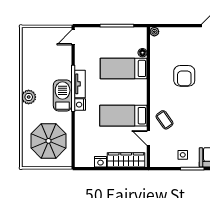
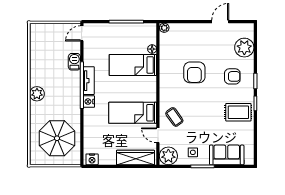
barbecue: (63, 95) -> (74, 62), moved, width x0.53, depth x0.65
plant: (159, 158) -> (168, 156), added
nightstand: (100, 162) -> (92, 159), moved

